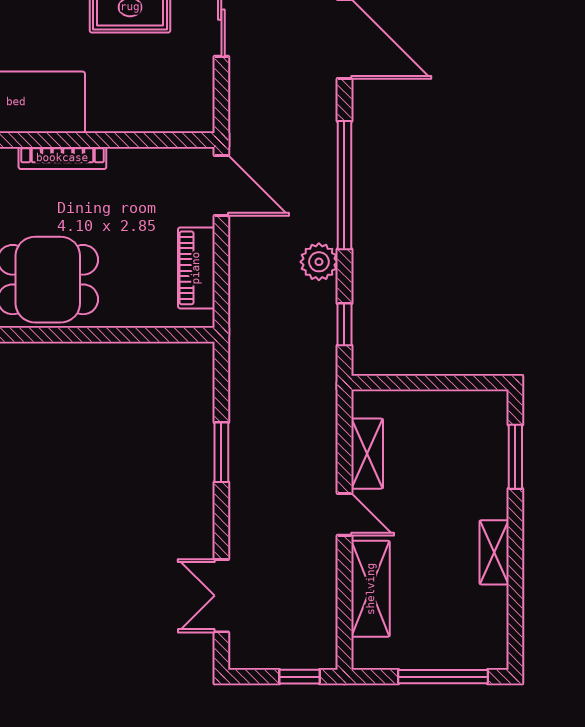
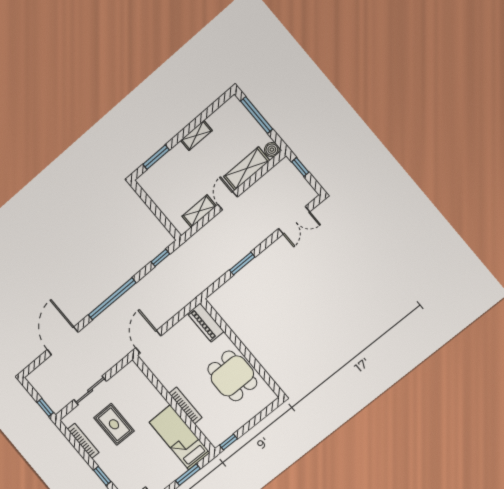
plant: (319, 262) -> (146, 285), removed
piano: (196, 268) -> (206, 323), moved, turned 90
boiler: (366, 655) -> (272, 150), added

